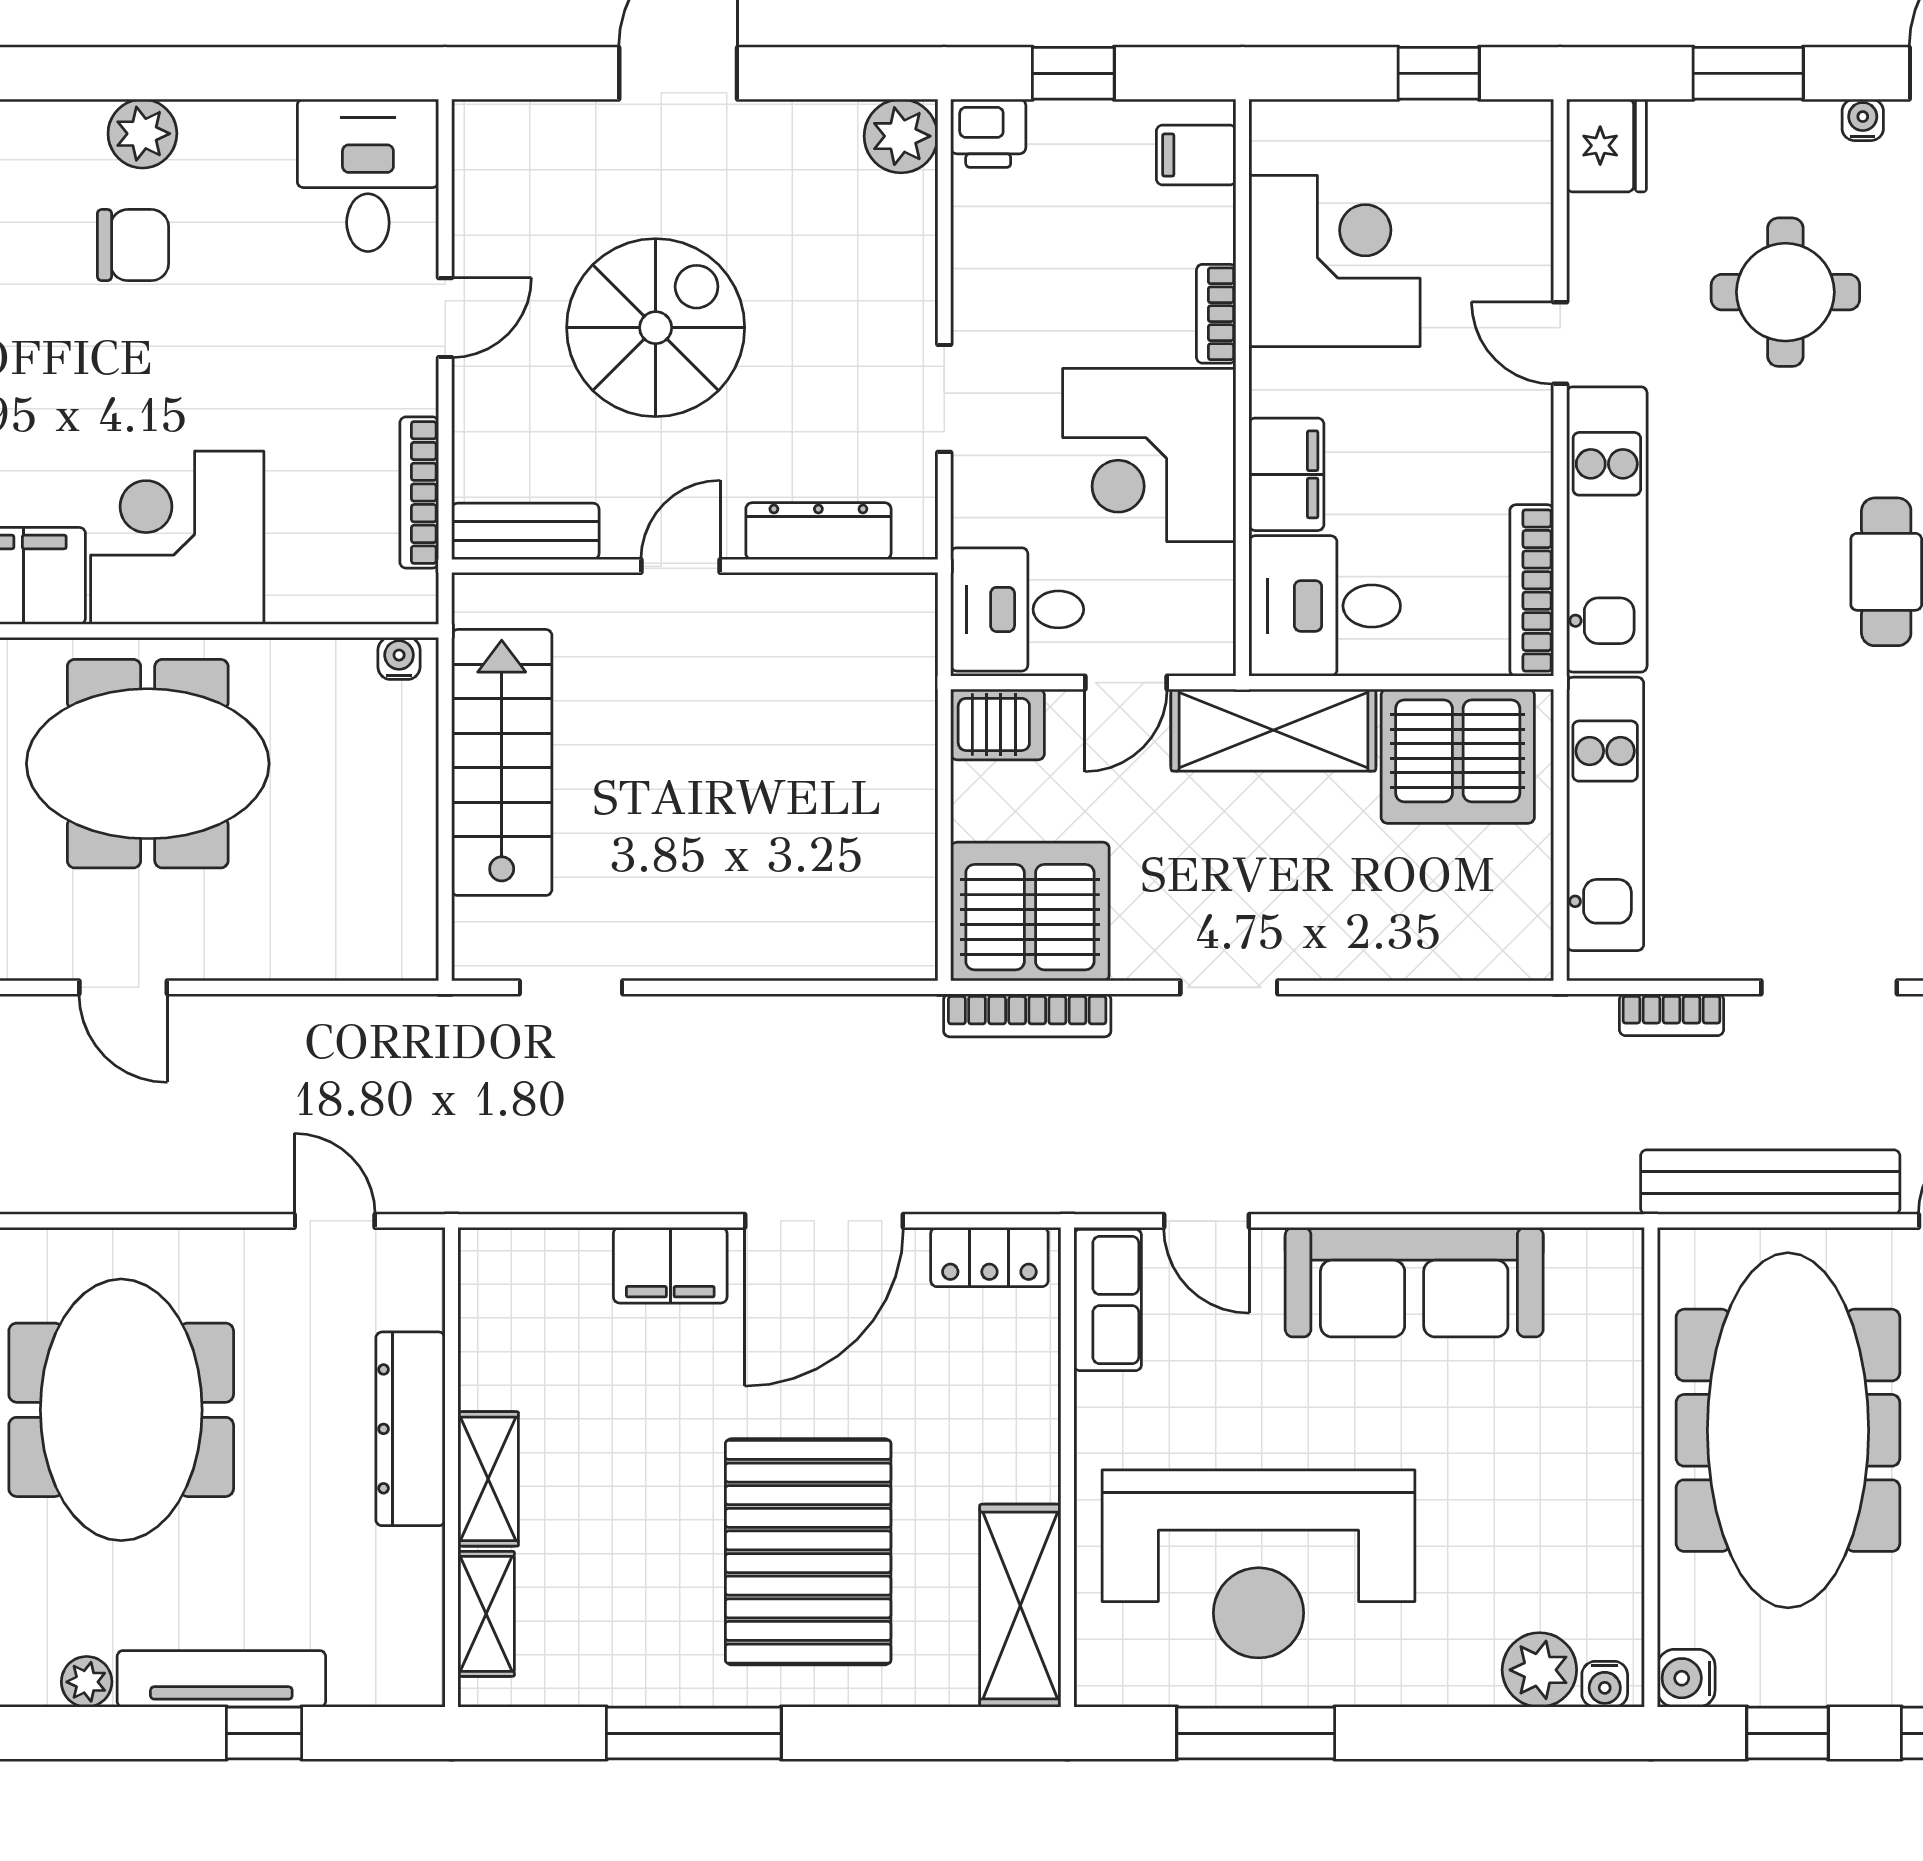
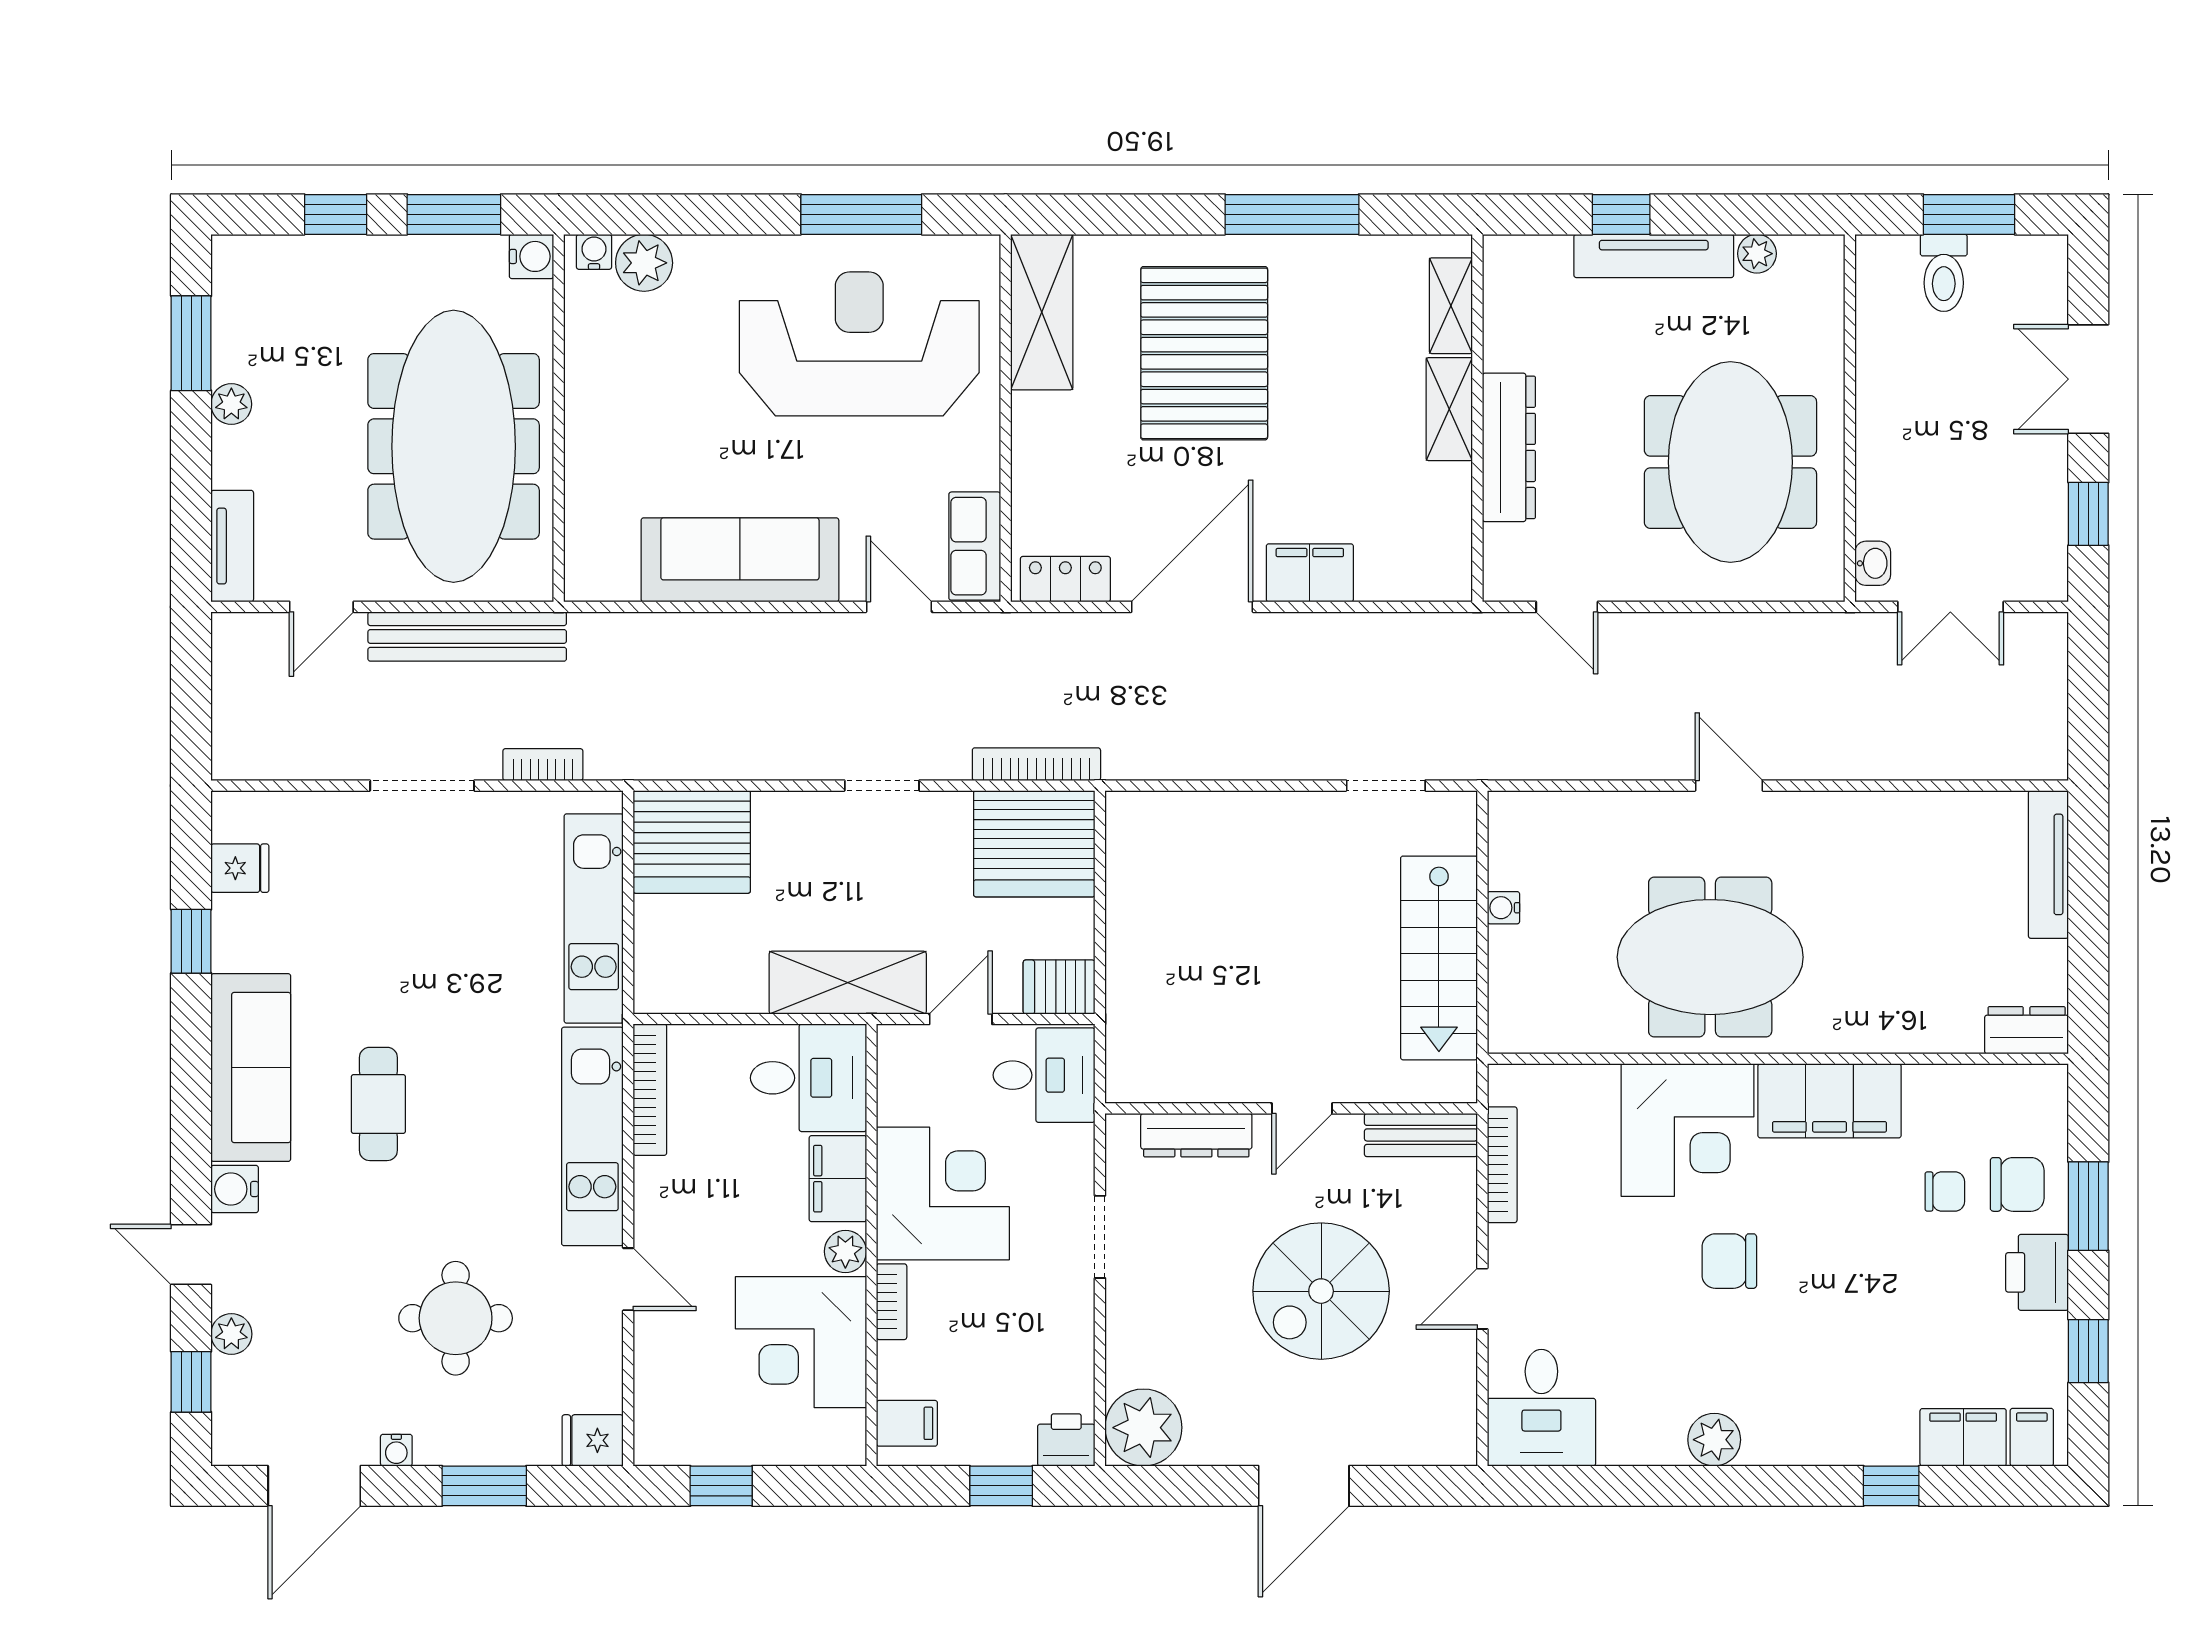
plant: (901, 136) -> (1143, 1428), width x1.36, depth x1.36
fridge: (1607, 146) -> (593, 1440), width x0.72
chair: (133, 245) -> (1729, 1261), moved
plant: (1277, 379) -> (845, 1251), added
water cooler: (399, 658) -> (1503, 908), moved, turned 90
server rack: (1458, 756) -> (692, 842), moved, turned 180
window: (1788, 1733) -> (454, 214), width x1.50

